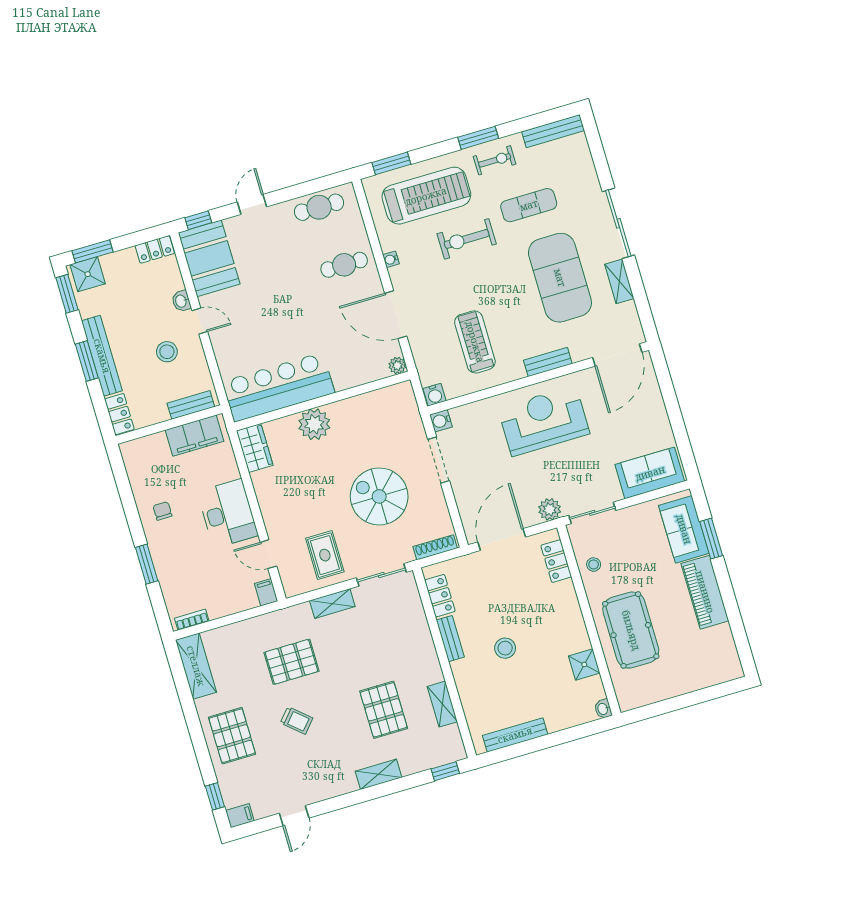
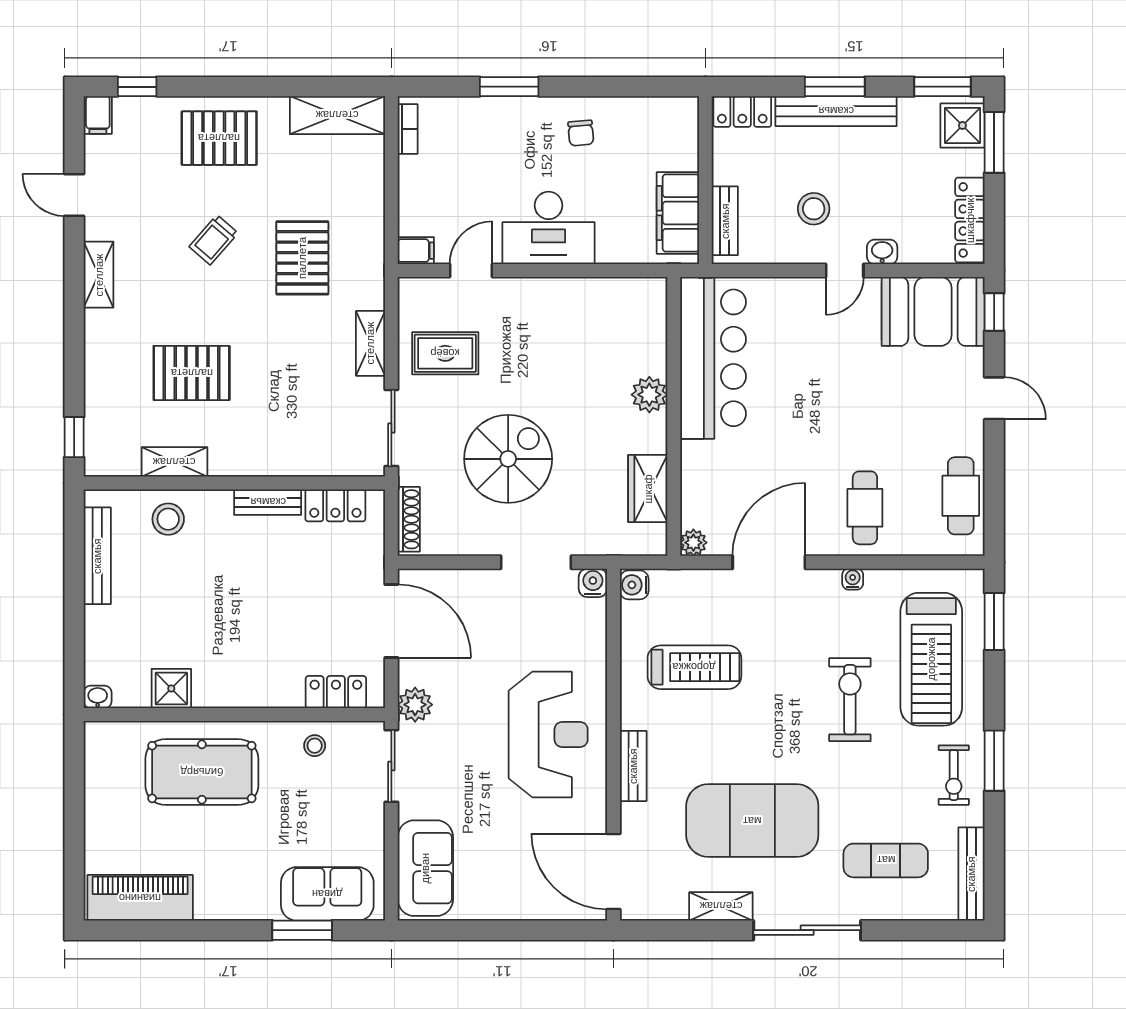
exercise mat: (529, 205) -> (886, 860), moved, turned 90
locker: (155, 249) -> (970, 220), width x1.53
plant: (314, 424) -> (649, 395), width x0.73, depth x0.73
wardrobe: (255, 448) -> (648, 489), moved, turned 90
chair: (162, 511) -> (581, 133), turned 85
piano: (705, 592) -> (140, 898), moved
stool: (505, 648) -> (168, 519), moved
shelving: (379, 774) -> (99, 275), moved

